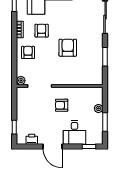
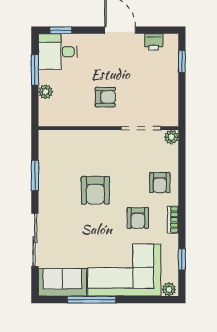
desk: (74, 132) -> (58, 52), moved, turned -90

